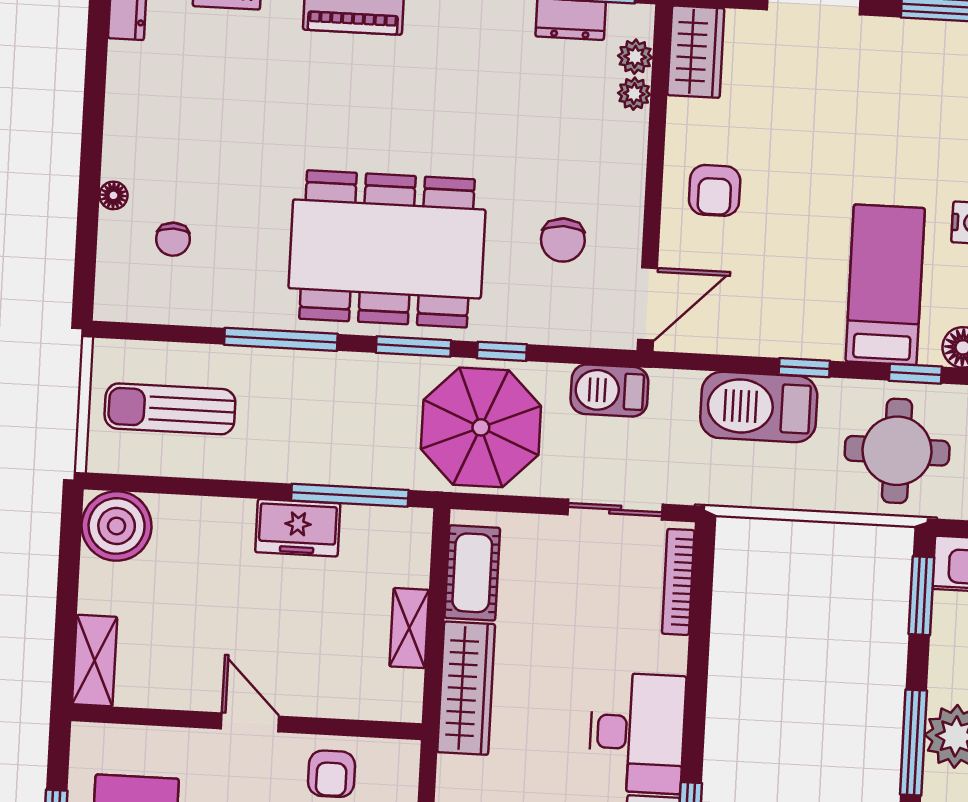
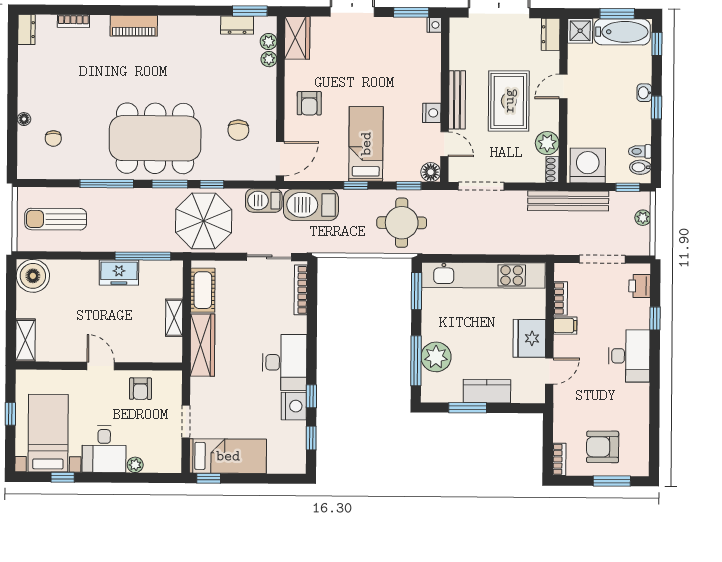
bed: (885, 285) -> (366, 144), moved
barbecue: (759, 407) -> (311, 205), moved

